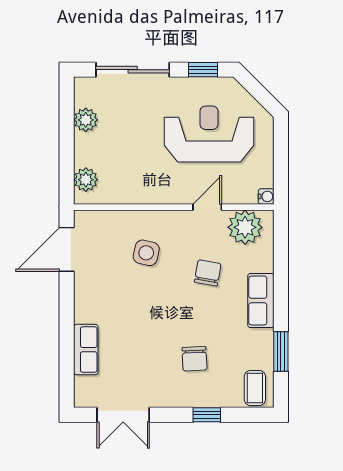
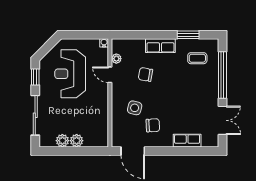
plant: (86, 180) -> (77, 141), moved
plant: (245, 227) -> (116, 59), width x0.53, depth x0.53
chair: (194, 359) -> (153, 125), moved
coffee table: (255, 388) -> (197, 58), moved
window: (207, 415) -> (222, 75), width x3.17

